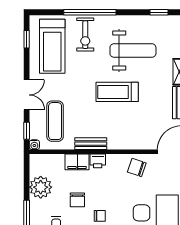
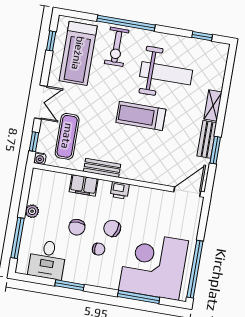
printer: (98, 161) -> (120, 190), moved
chair: (137, 168) -> (112, 228), moved
plant: (41, 187) -> (32, 211), width x0.53, depth x0.53

